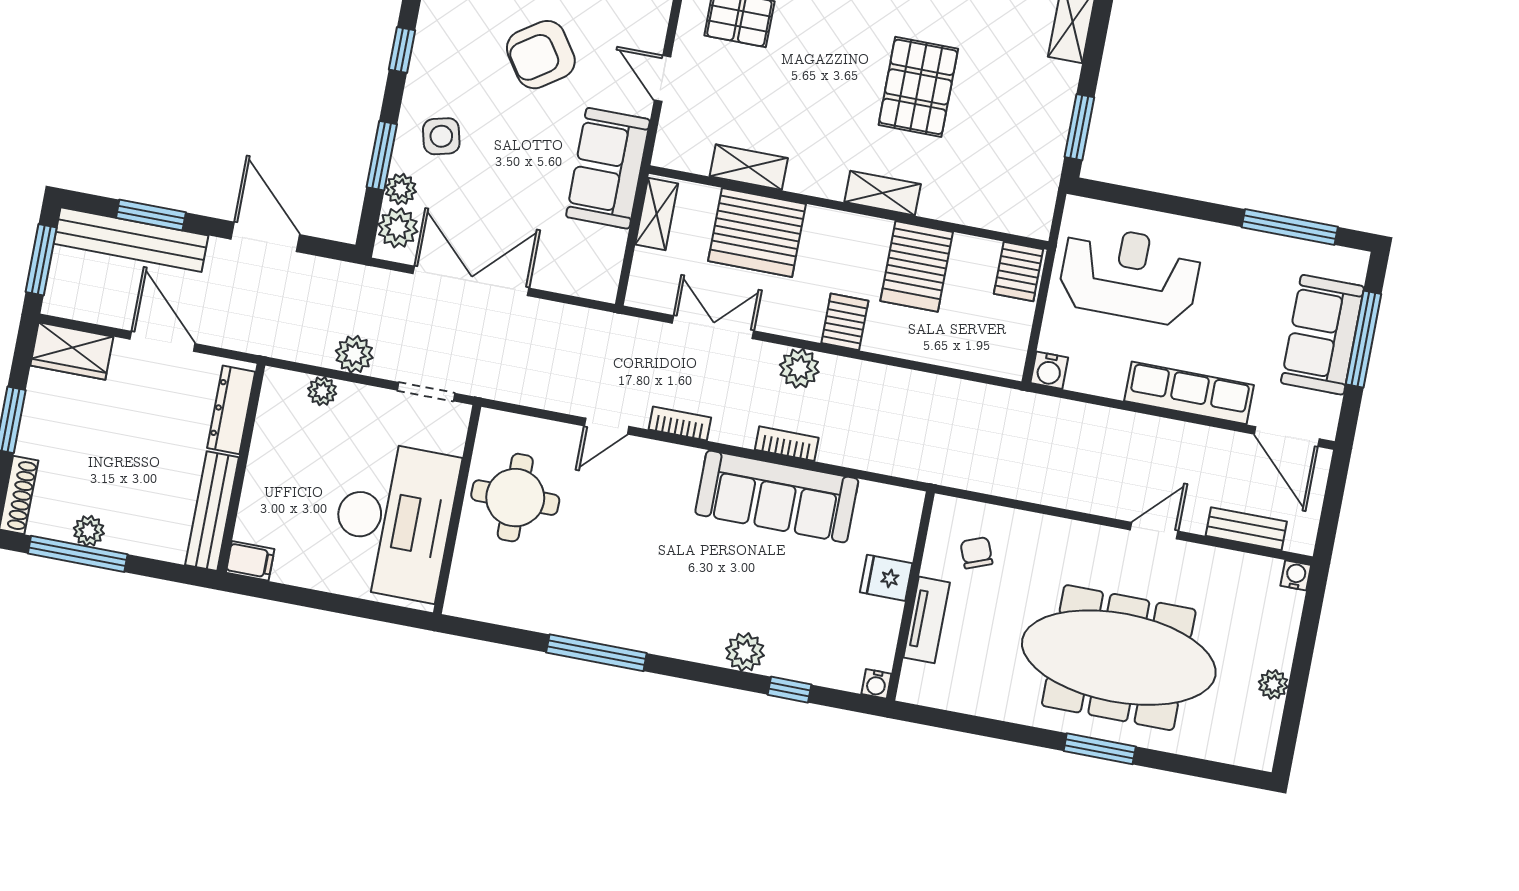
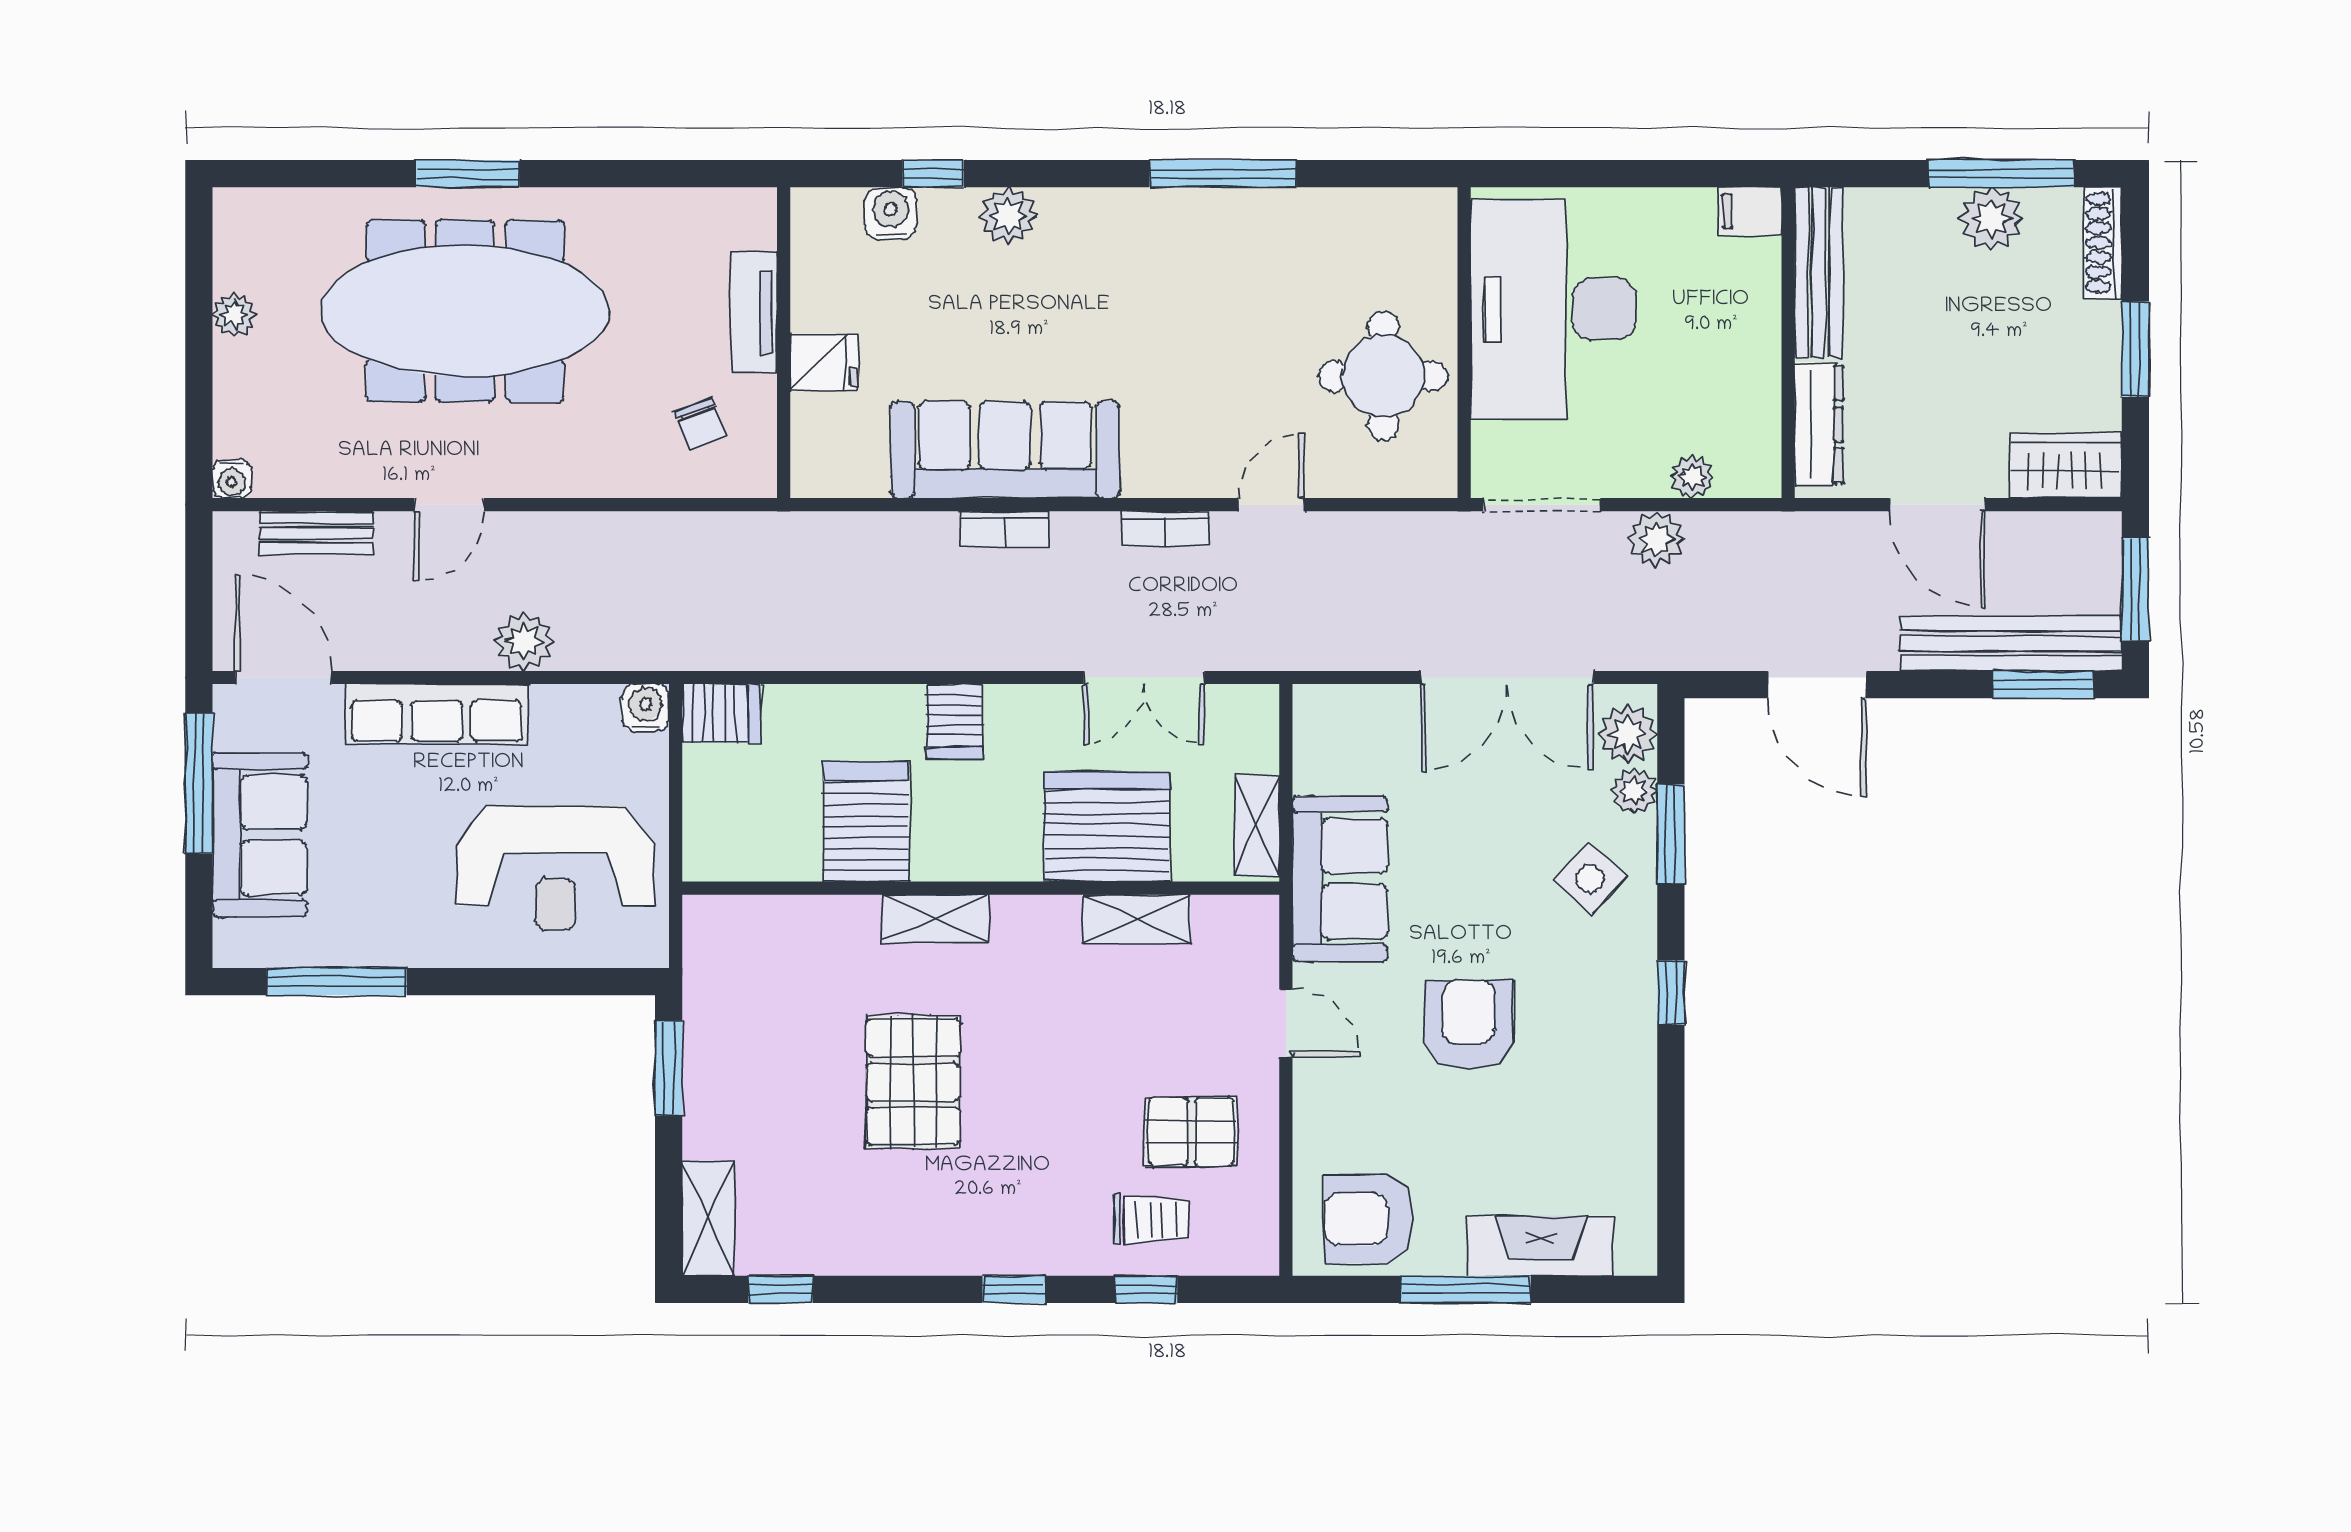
armchair: (541, 55) -> (1469, 1025), turned -56
side table: (441, 136) -> (1590, 879), turned -35
window: (151, 215) -> (2043, 685), moved
server rack: (1019, 271) -> (721, 713), moved, turned 90
window: (1364, 339) -> (199, 784), moved
plant: (799, 368) -> (524, 642), moved
doorway: (426, 392) -> (1542, 505), width x1.38
plant: (89, 531) -> (1992, 219), width x1.38, depth x1.38
water cooler: (876, 684) -> (891, 213), moved, width x1.38, depth x1.38

